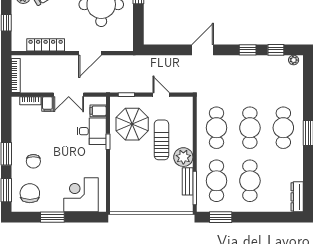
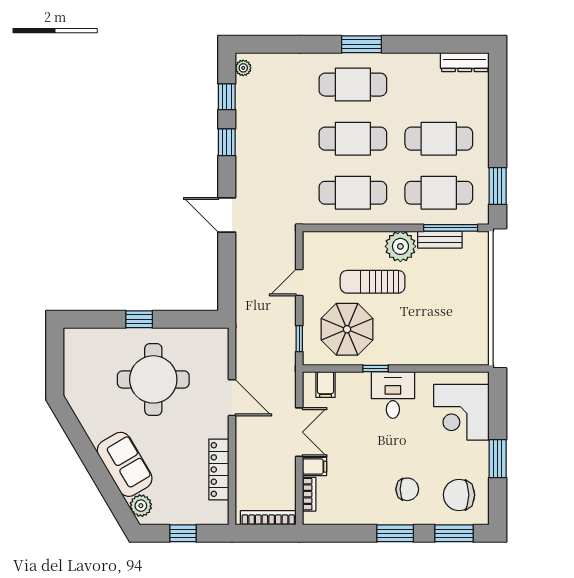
desk: (92, 131) -> (393, 395), moved

